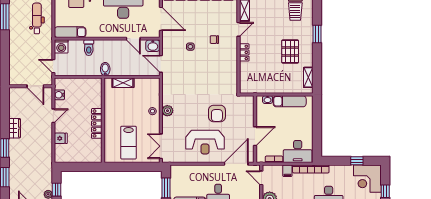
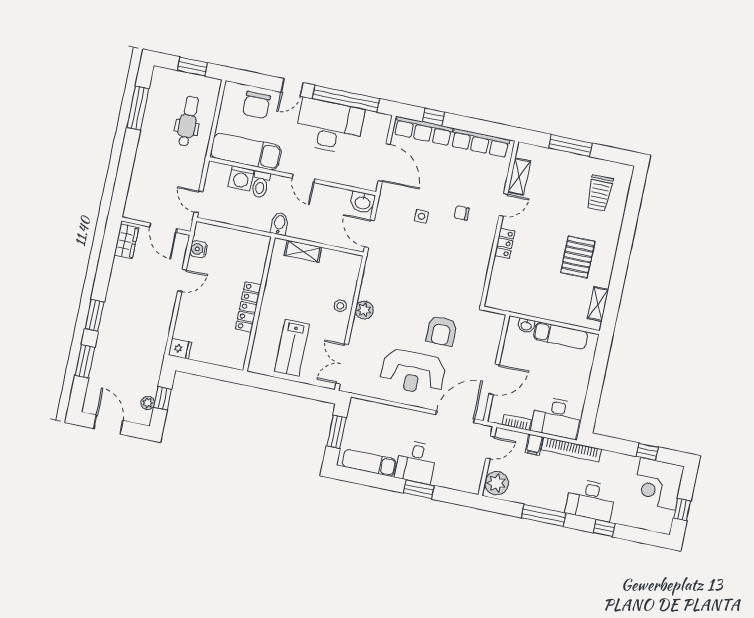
exam couch: (70, 32) -> (246, 152), width x1.36, depth x1.45
window: (317, 34) -> (626, 238), removed
door: (133, 39) -> (303, 179), moved
washing machine: (61, 46) -> (241, 178), moved
wardrobe: (15, 128) -> (126, 241), moved
fridge: (61, 138) -> (180, 349), moved
door: (261, 178) -> (490, 447), swing flipped

